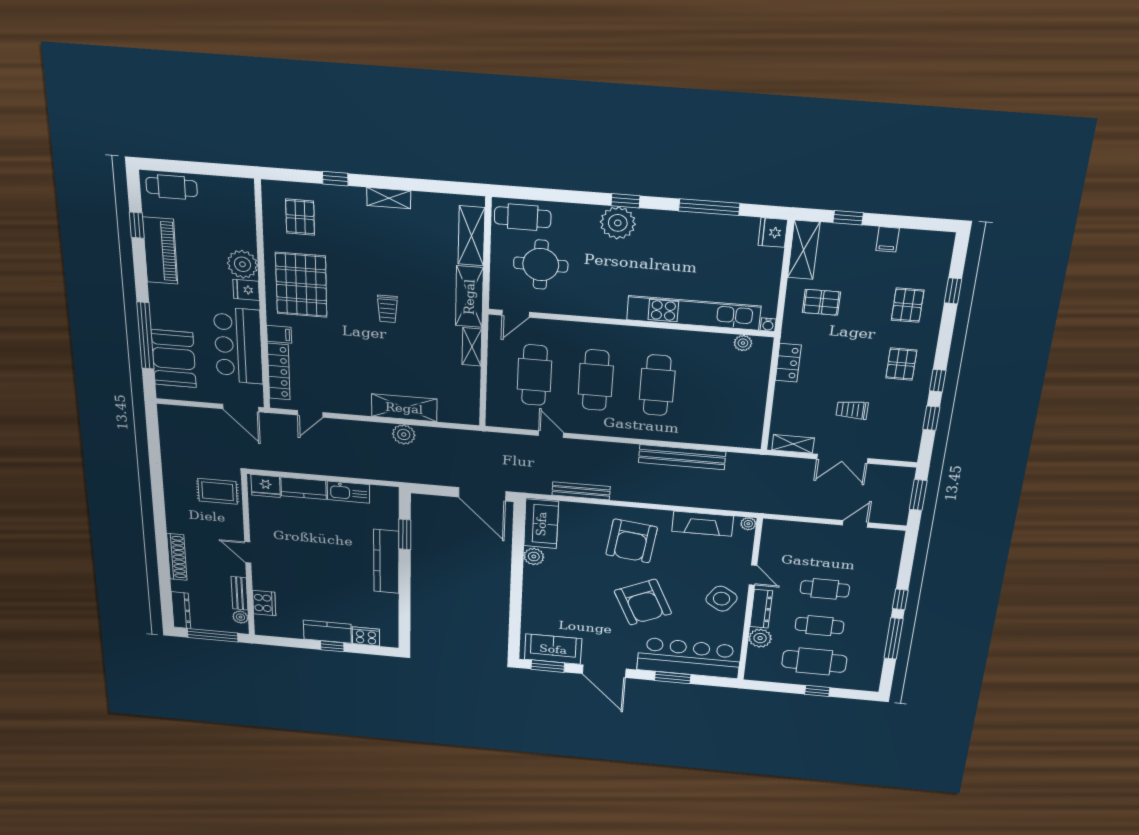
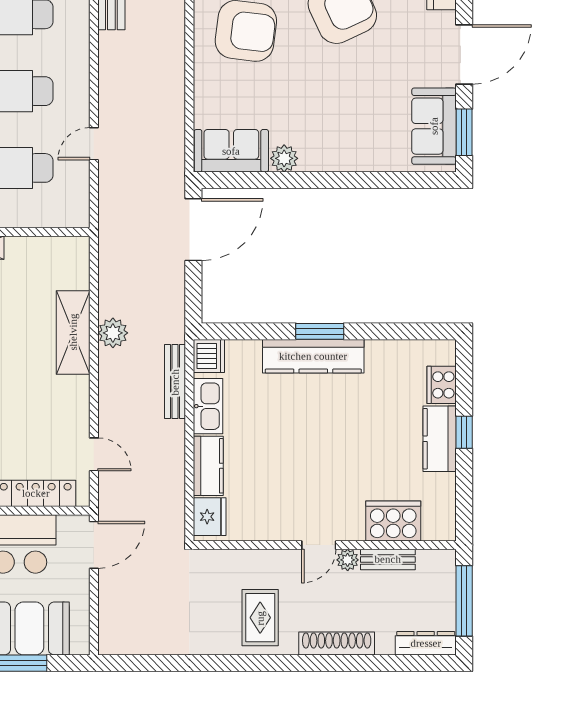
rug: (218, 491) -> (260, 618), moved
bench: (581, 491) -> (175, 382), moved
dishwasher: (386, 496) -> (209, 356), added
window: (405, 534) -> (320, 331), moved
cooker: (264, 603) -> (393, 521), width x1.37, depth x1.31
plant: (240, 617) -> (348, 560), moved

